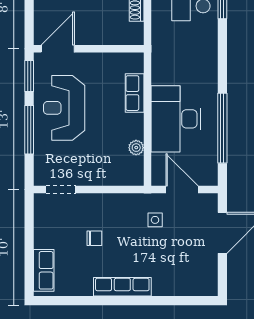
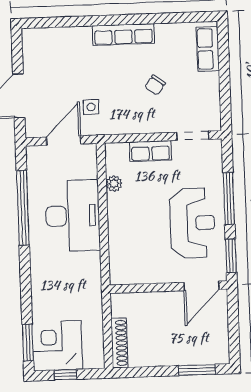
row of seats: (135, 93) -> (150, 151), moved, turned 90
door: (182, 190) -> (64, 141), swing flipped
chair: (94, 238) -> (155, 85), turned -54

